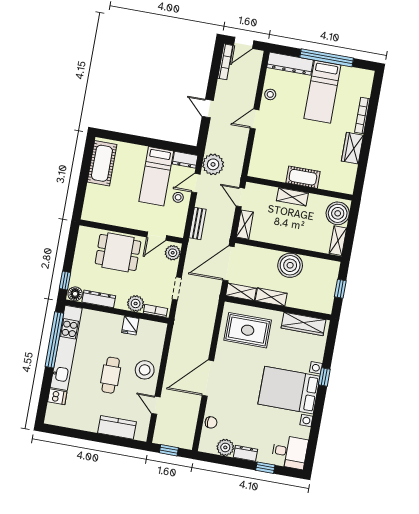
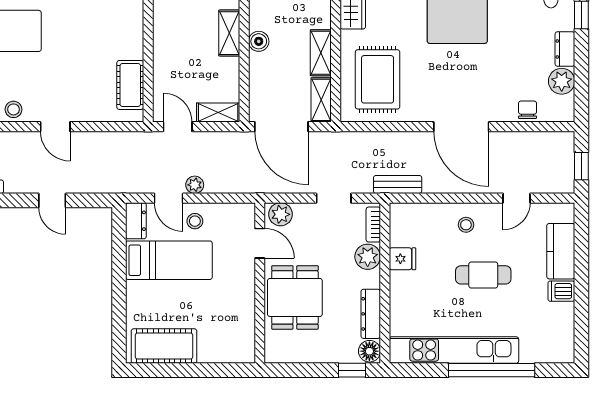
door: (208, 109) -> (52, 200), hinge flipped
plant: (213, 164) -> (195, 185), moved, width x0.53, depth x0.53
cot: (303, 177) -> (130, 85), moved
door: (240, 197) -> (178, 127), swing flipped
shelving: (292, 197) -> (229, 33), moved
bench: (198, 223) -> (398, 184), moved
boiler: (290, 265) -> (259, 41), width x0.54, depth x0.54
window: (54, 340) -> (492, 370), moved
stool: (145, 370) -> (466, 225), width x0.53, depth x0.53
dishwasher: (57, 397) -> (561, 291), moved, turned -90

